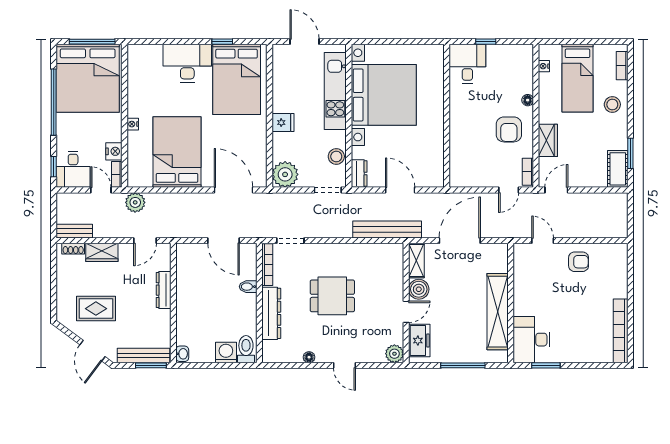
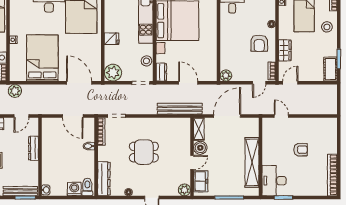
plant: (458, 179) -> (226, 75), added
armchair: (579, 262) -> (301, 150), moved
dresser: (271, 313) -> (104, 179), moved

